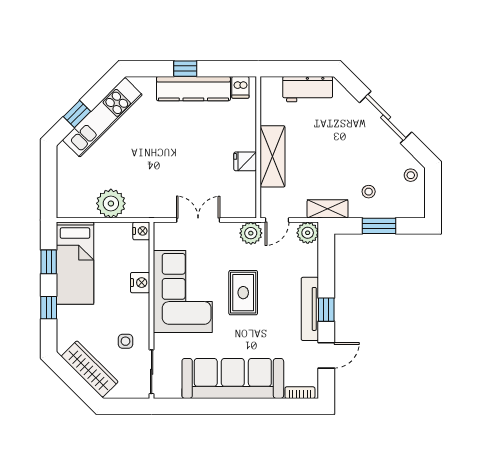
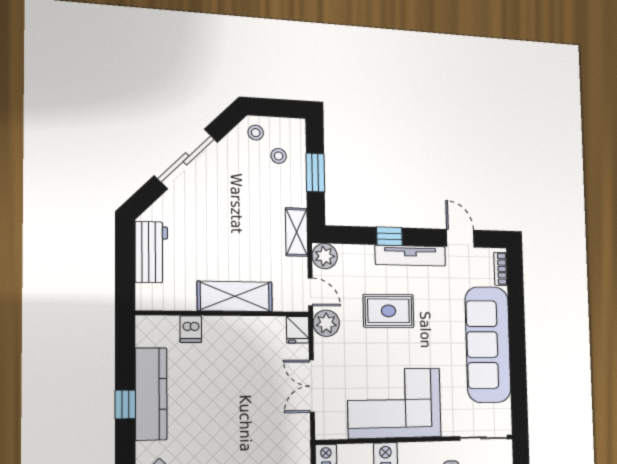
dishwasher: (240, 87) -> (191, 329), moved, turned 90
fridge: (245, 161) -> (298, 330), moved
stool: (369, 192) -> (279, 156), moved
rug: (243, 293) -> (389, 311), moved
window: (326, 310) -> (389, 236), moved

